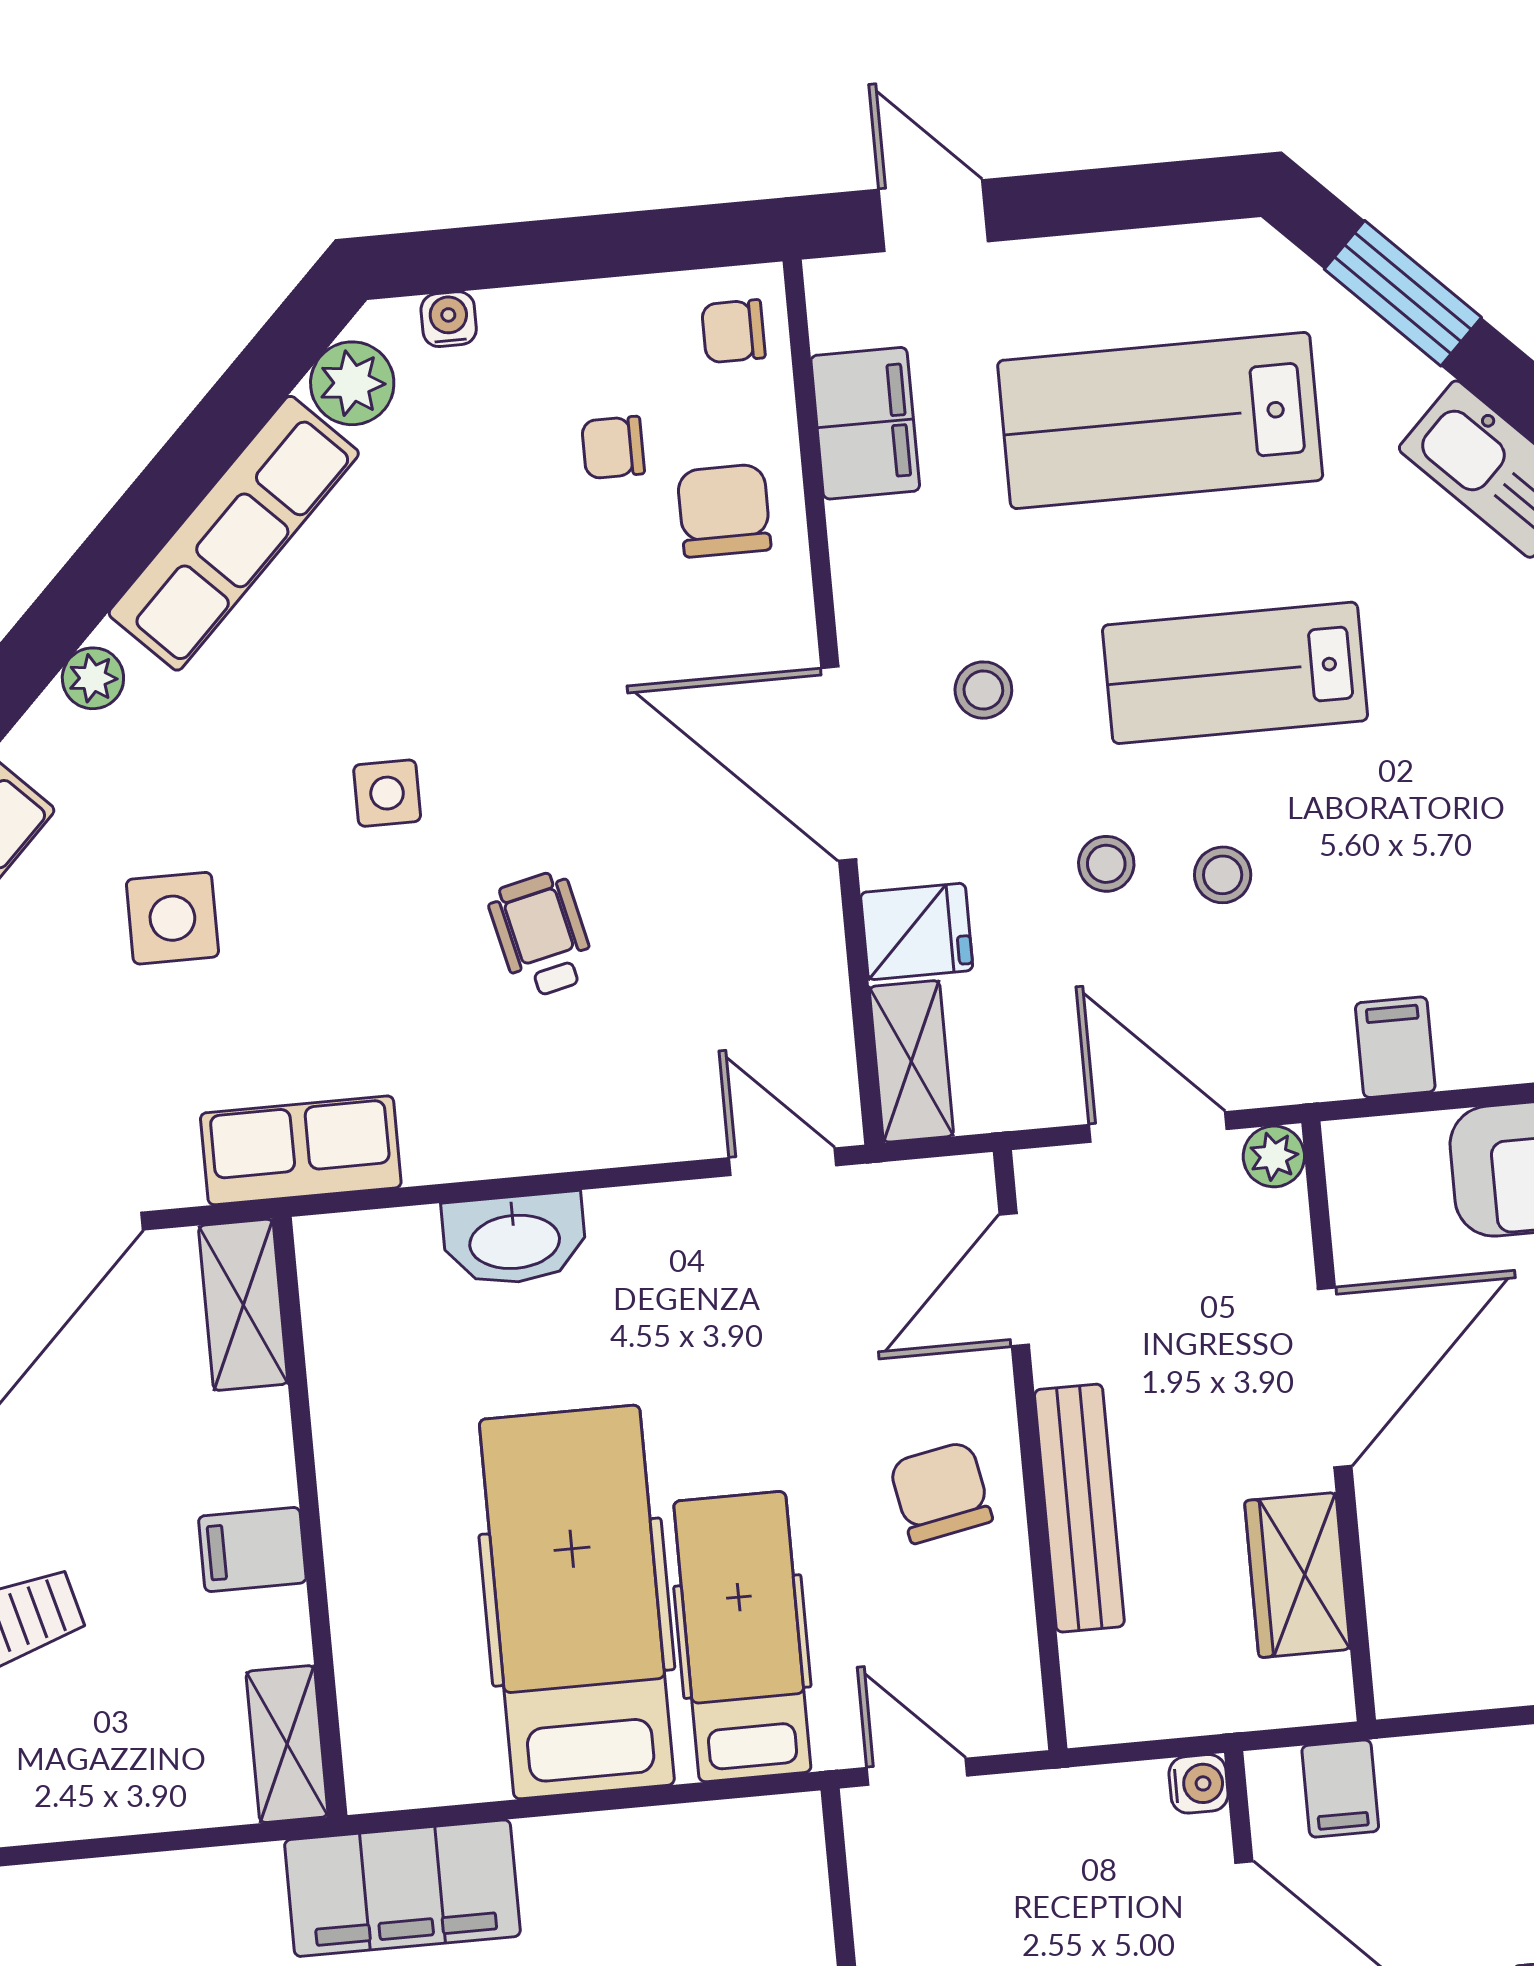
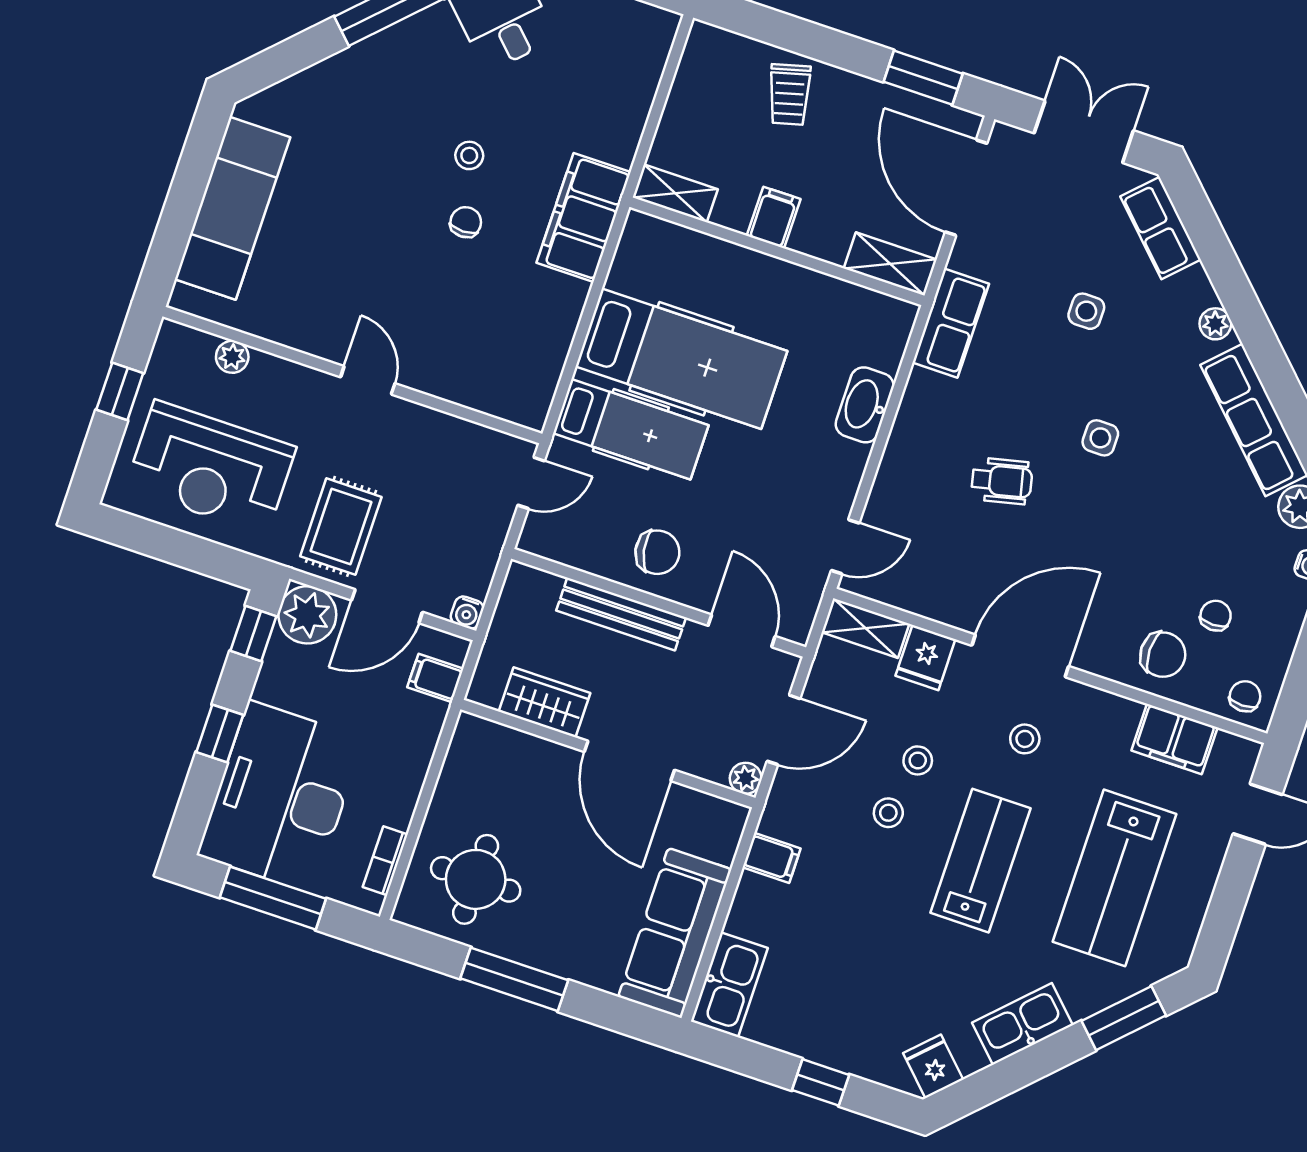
lab bench: (1160, 420) -> (1114, 878), turned 180
side table: (172, 918) -> (1086, 311), width x0.73, depth x0.73

